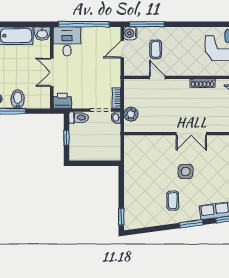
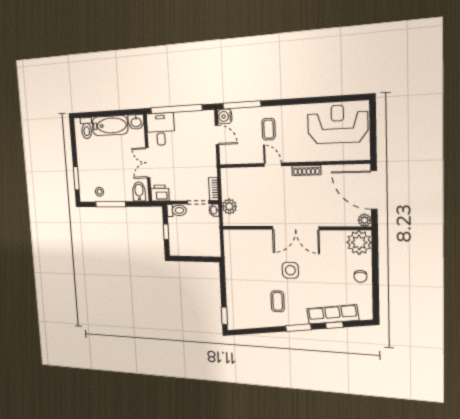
door: (122, 49) -> (217, 135), swing flipped
coffee table: (156, 49) -> (269, 129), moved
door: (157, 77) -> (273, 165), moved
bidet: (18, 99) -> (139, 191), moved
double door: (191, 134) -> (295, 228), width x1.37

